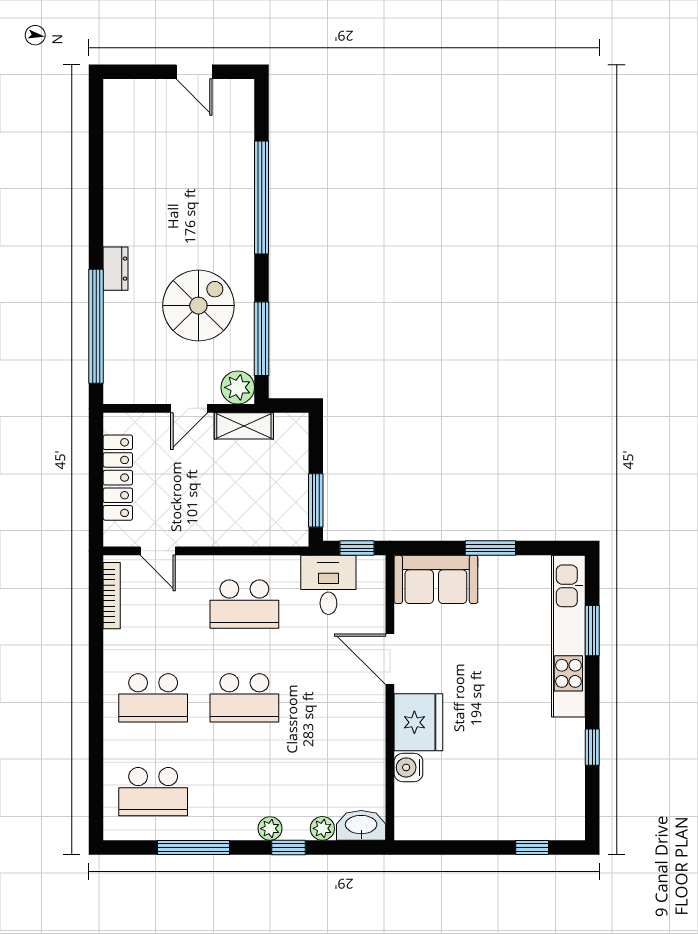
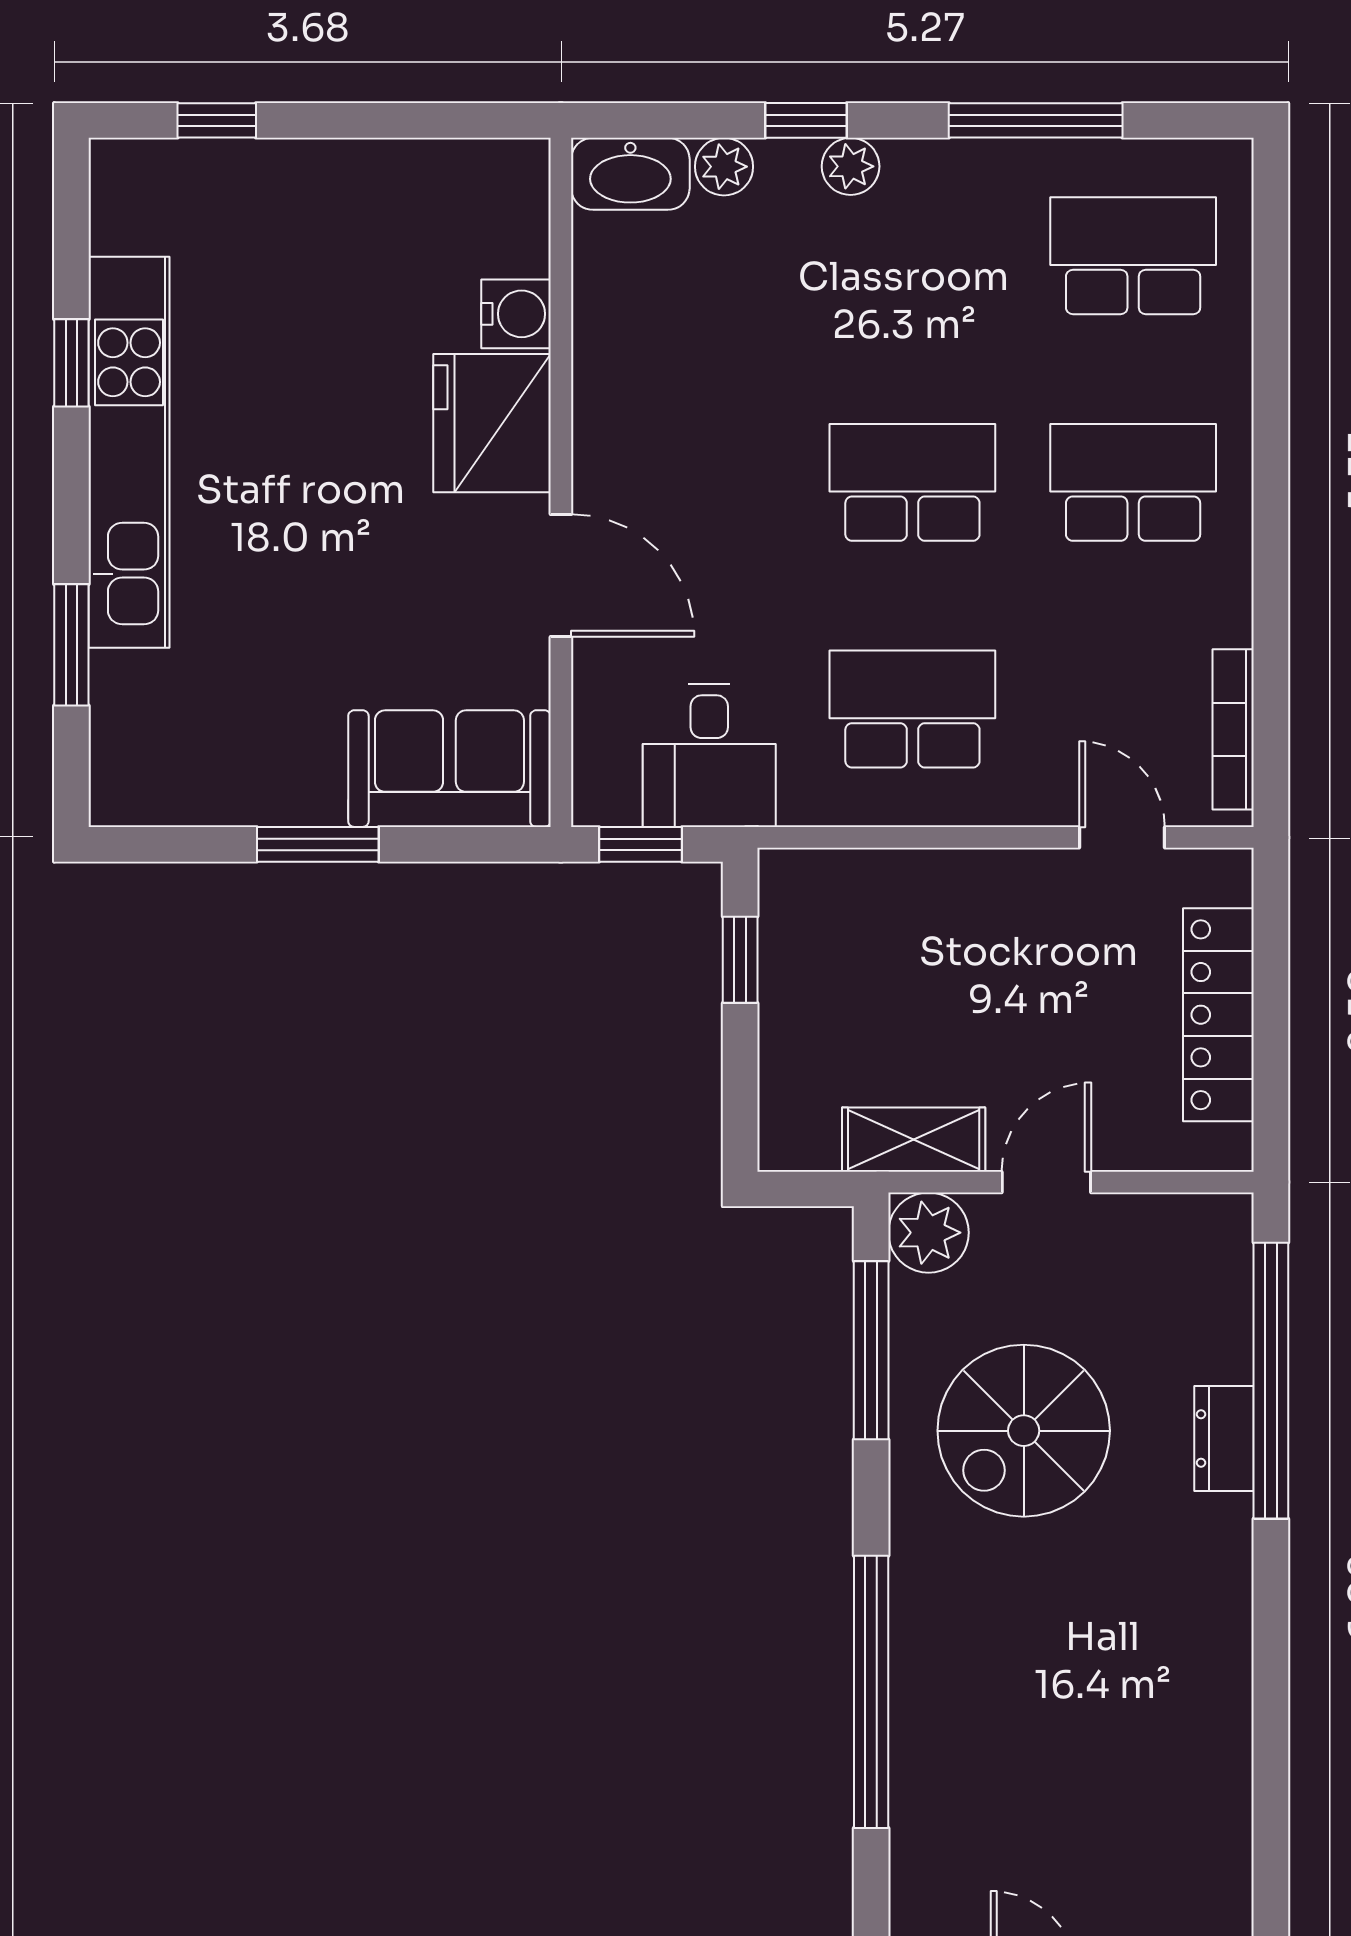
dresser: (115, 269) -> (1224, 1439), moved
window: (316, 500) -> (740, 960), width x0.67
kitchen unit: (568, 636) -> (129, 452), moved

